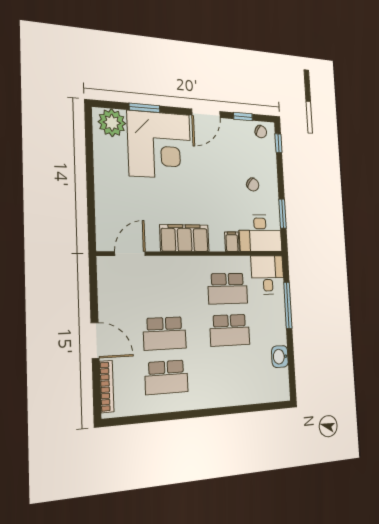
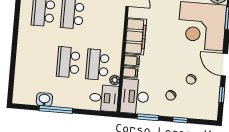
chair: (261, 132) -> (191, 79), moved
window: (278, 143) -> (180, 120), moved
filing cabinet: (217, 241) -> (132, 61), added
plant: (244, 262) -> (115, 80), added
window: (288, 305) -> (56, 110), moved

